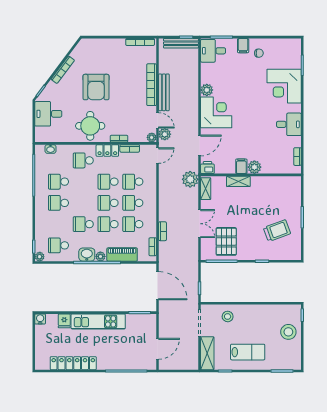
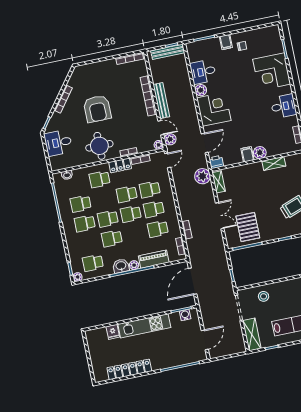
desk: (213, 51) -> (203, 72), moved
shelving: (238, 181) -> (274, 164), moved
school desk: (108, 224) -> (108, 219), moved
door: (158, 286) -> (193, 281), swing flipped
water cooler: (40, 319) -> (185, 315), moved

